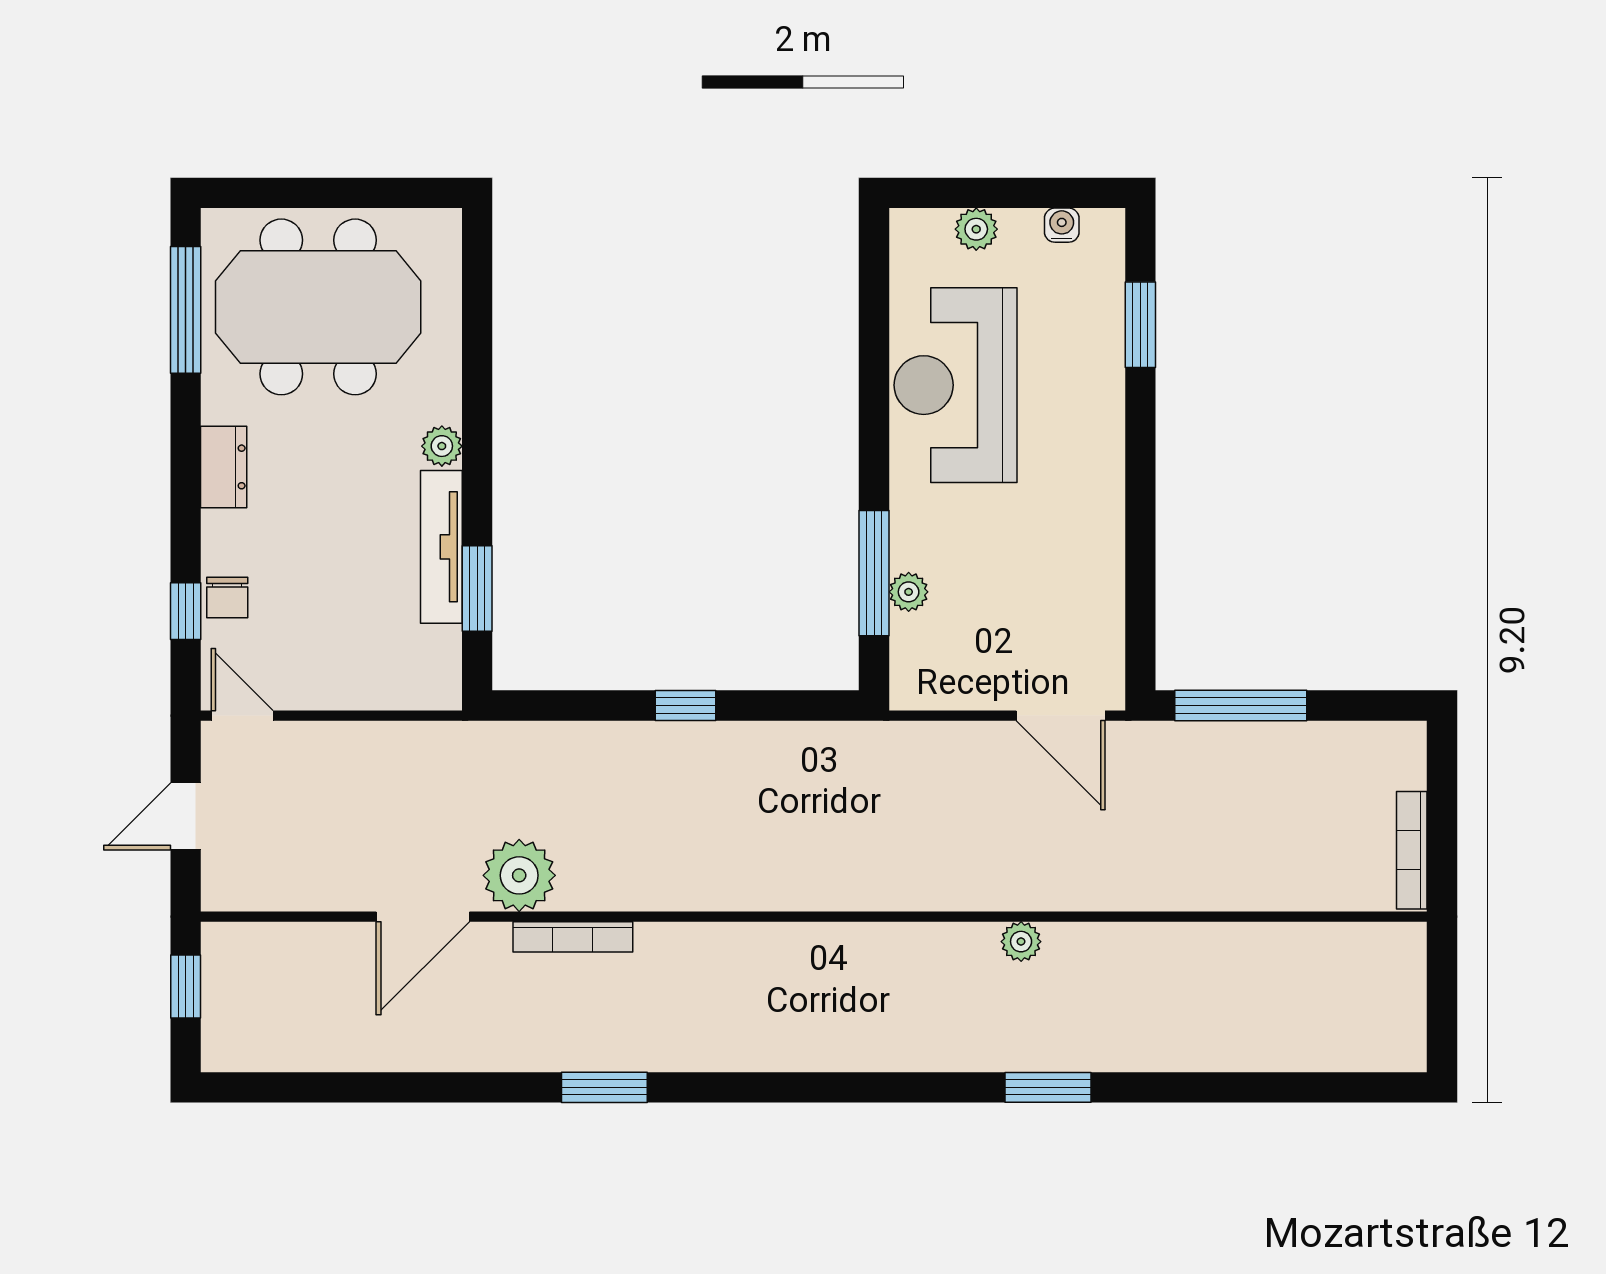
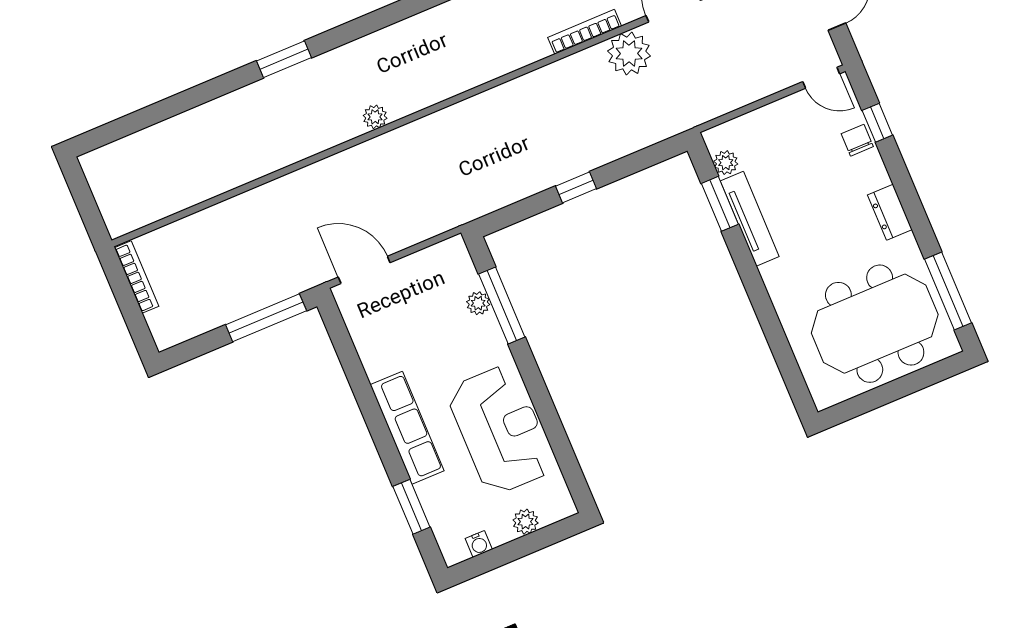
plant: (442, 446) -> (726, 163), moved
row of seats: (1096, 448) -> (407, 428), added
plant: (1021, 942) -> (375, 117), moved

